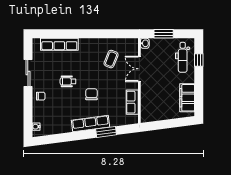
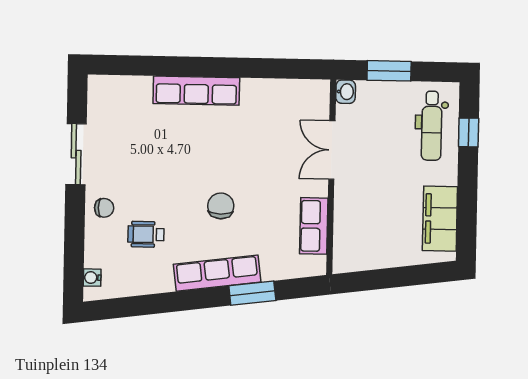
row of seats: (59, 44) -> (196, 91), moved
coffee table: (111, 59) -> (267, 126), removed
wheelchair: (68, 81) -> (146, 234), moved

